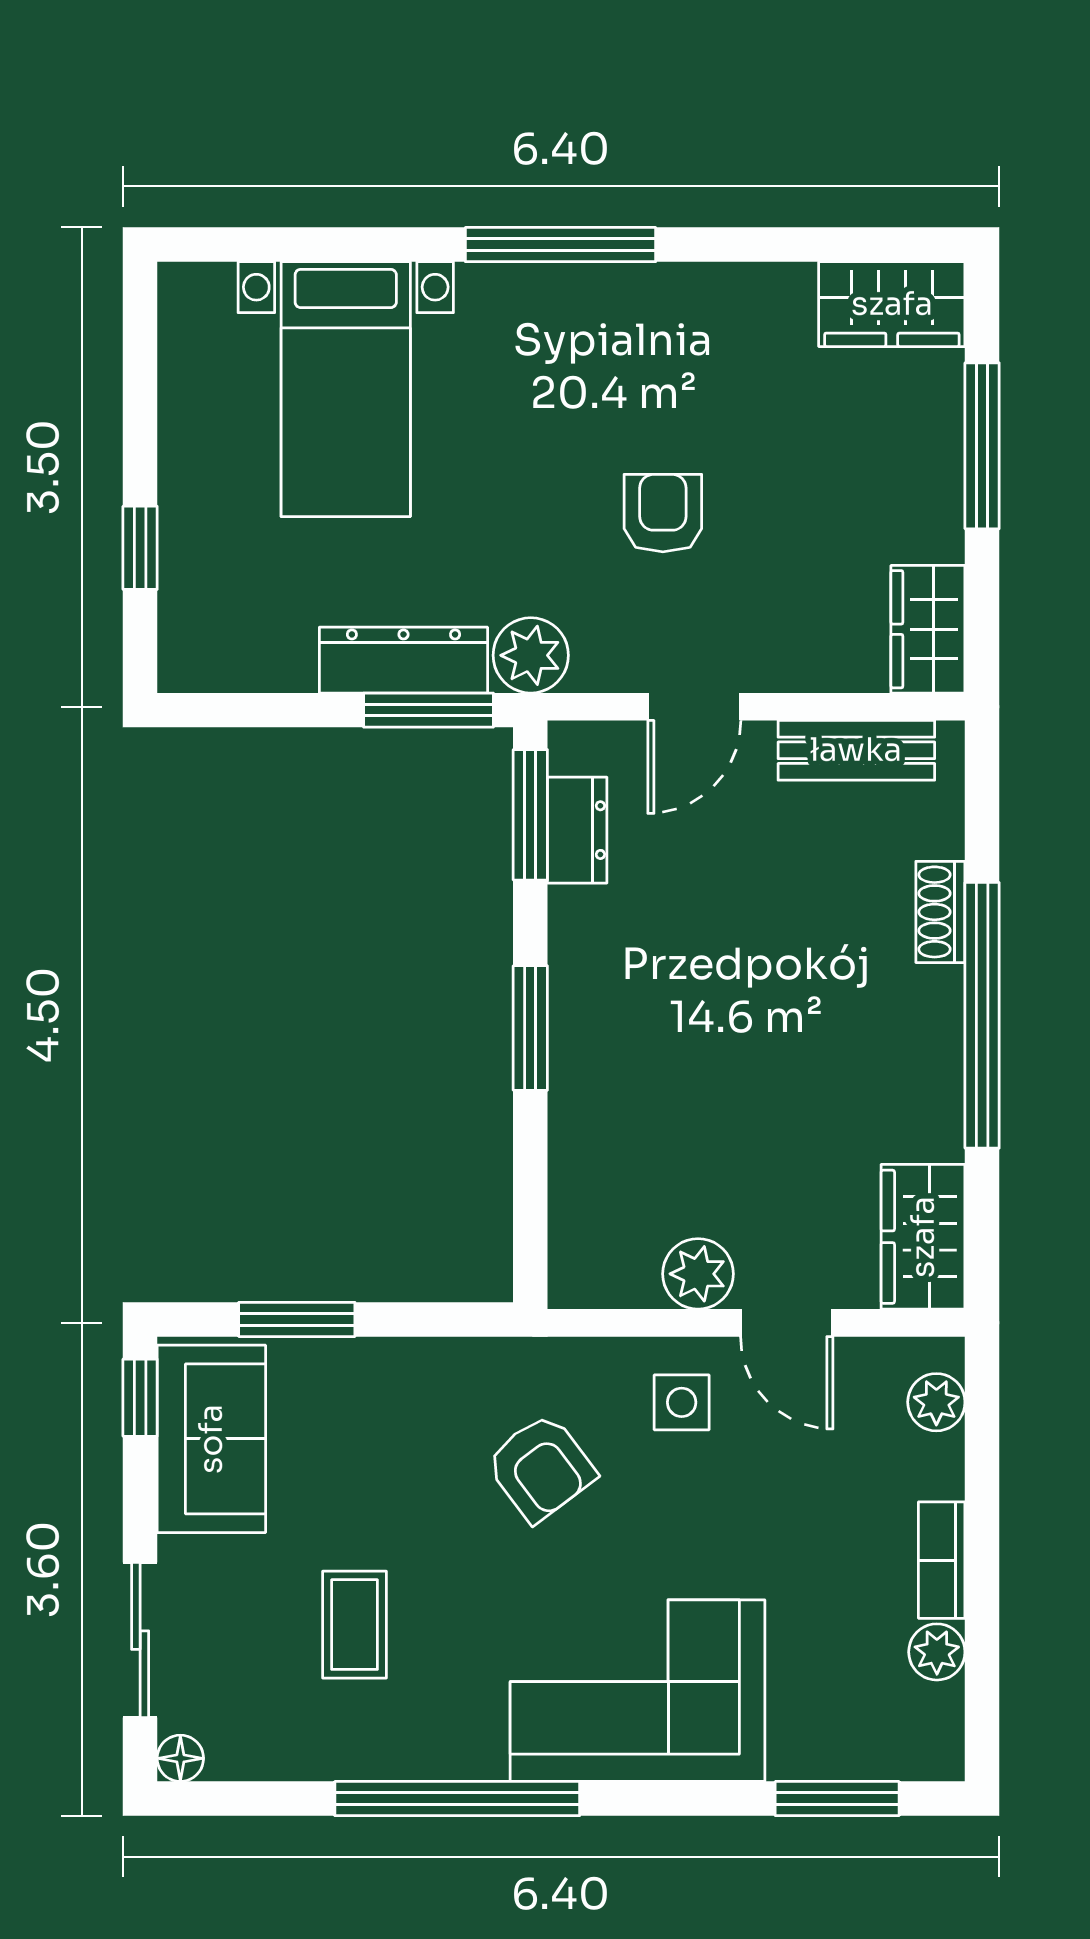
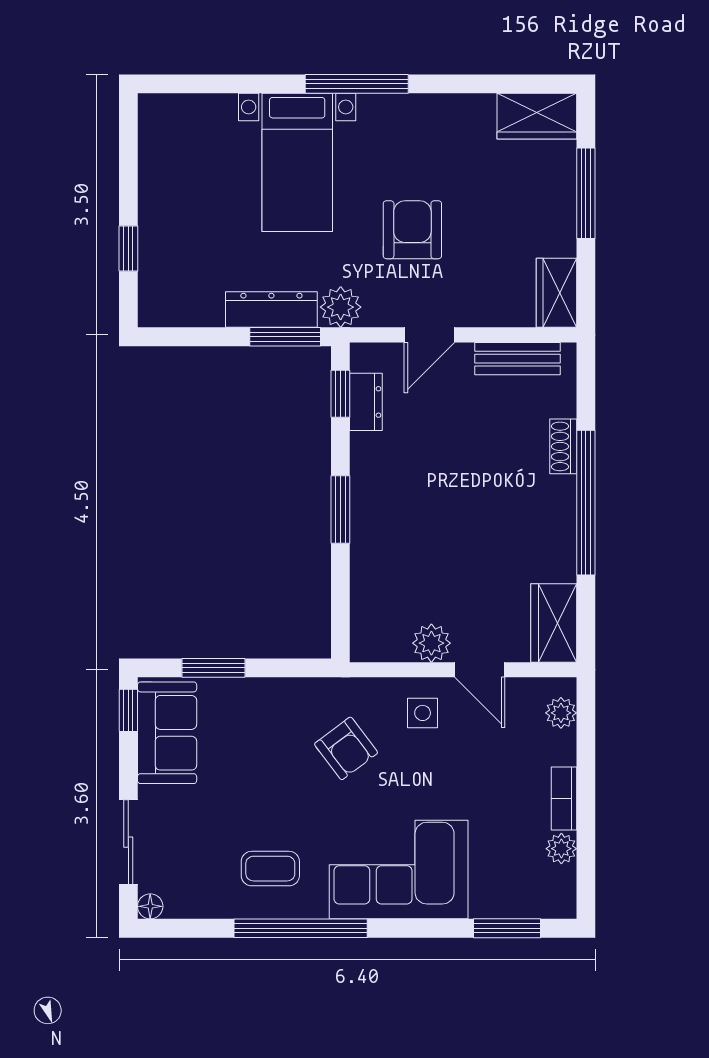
bed with nightstands: (346, 389) -> (297, 162), moved
armchair: (663, 513) -> (412, 230), width x1.38, depth x1.38
window: (530, 815) -> (340, 394), width x0.67
coffee table: (354, 1625) -> (270, 869), moved, turned 90

